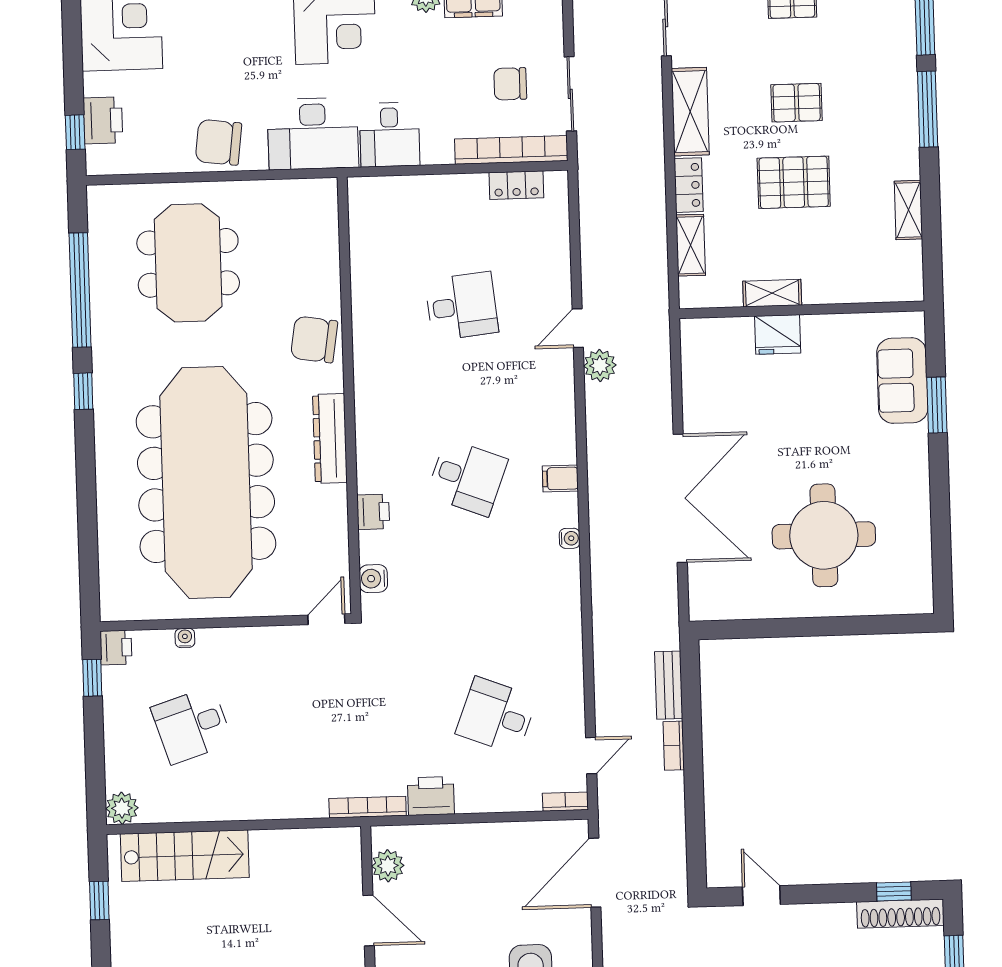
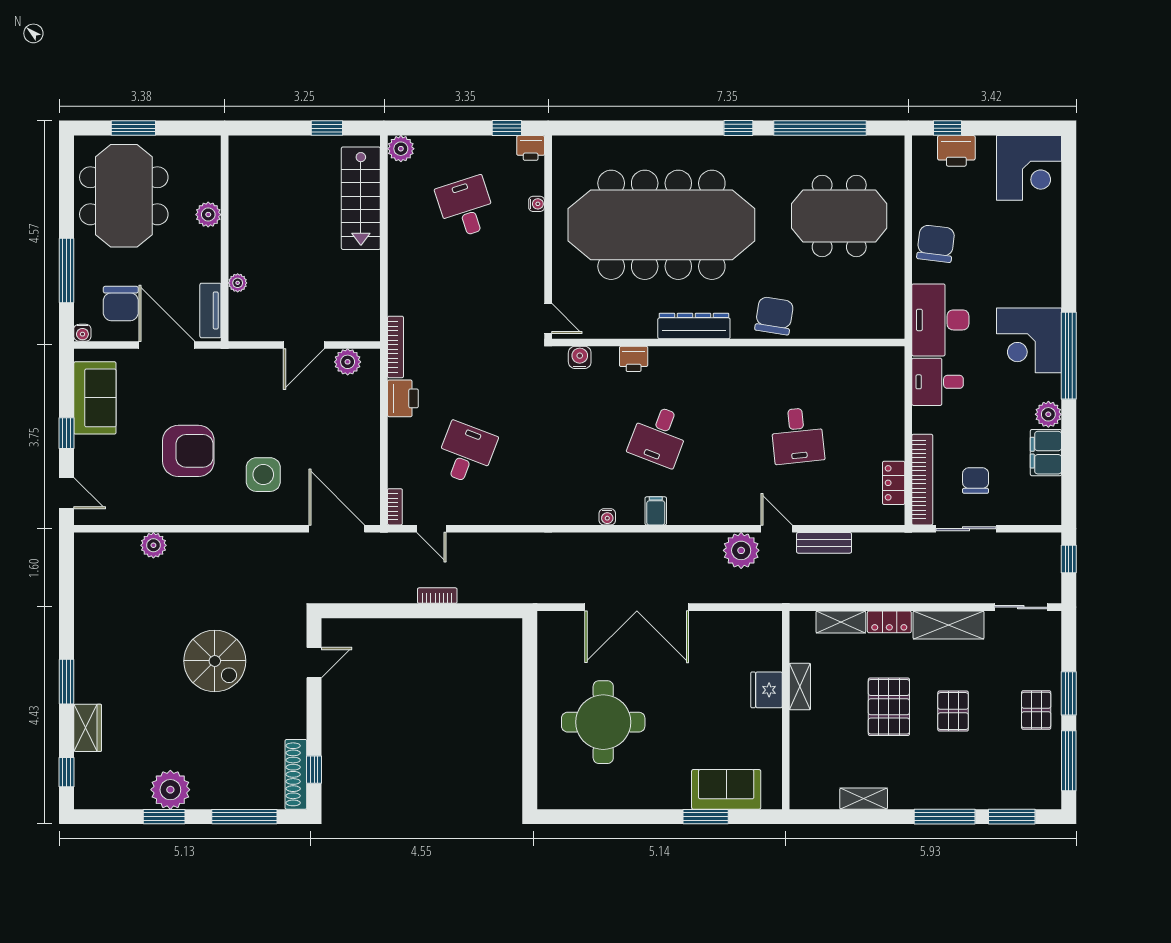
plant: (600, 366) -> (741, 550), width x1.36, depth x1.36
bench: (669, 685) -> (824, 543), moved

